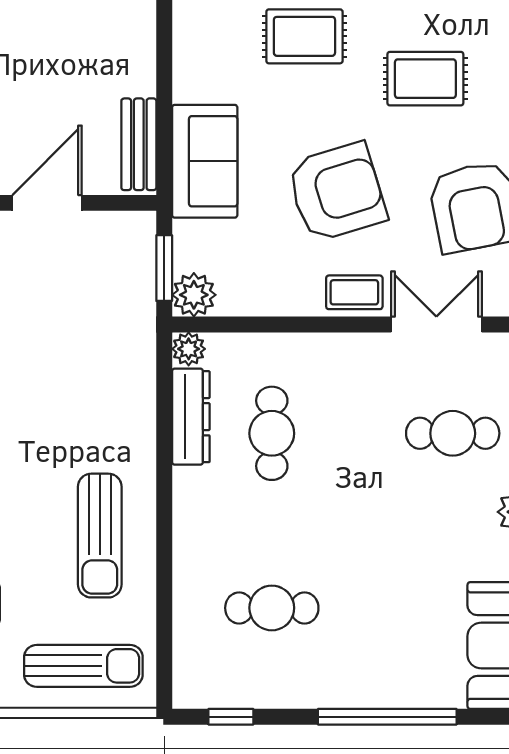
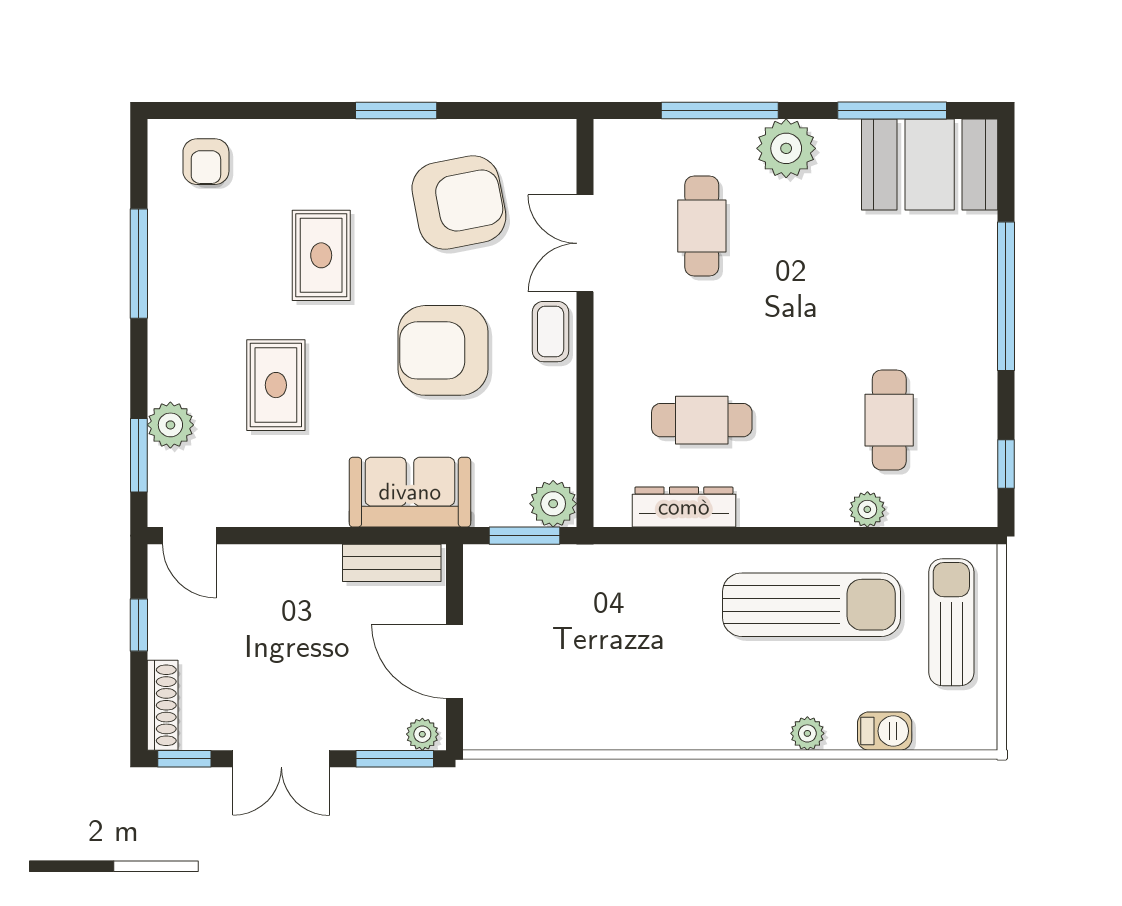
armchair: (337, 192) -> (443, 350), turned -73
plant: (189, 349) -> (867, 509), moved
sun lounger: (100, 536) -> (812, 605), width x1.36, depth x1.34

